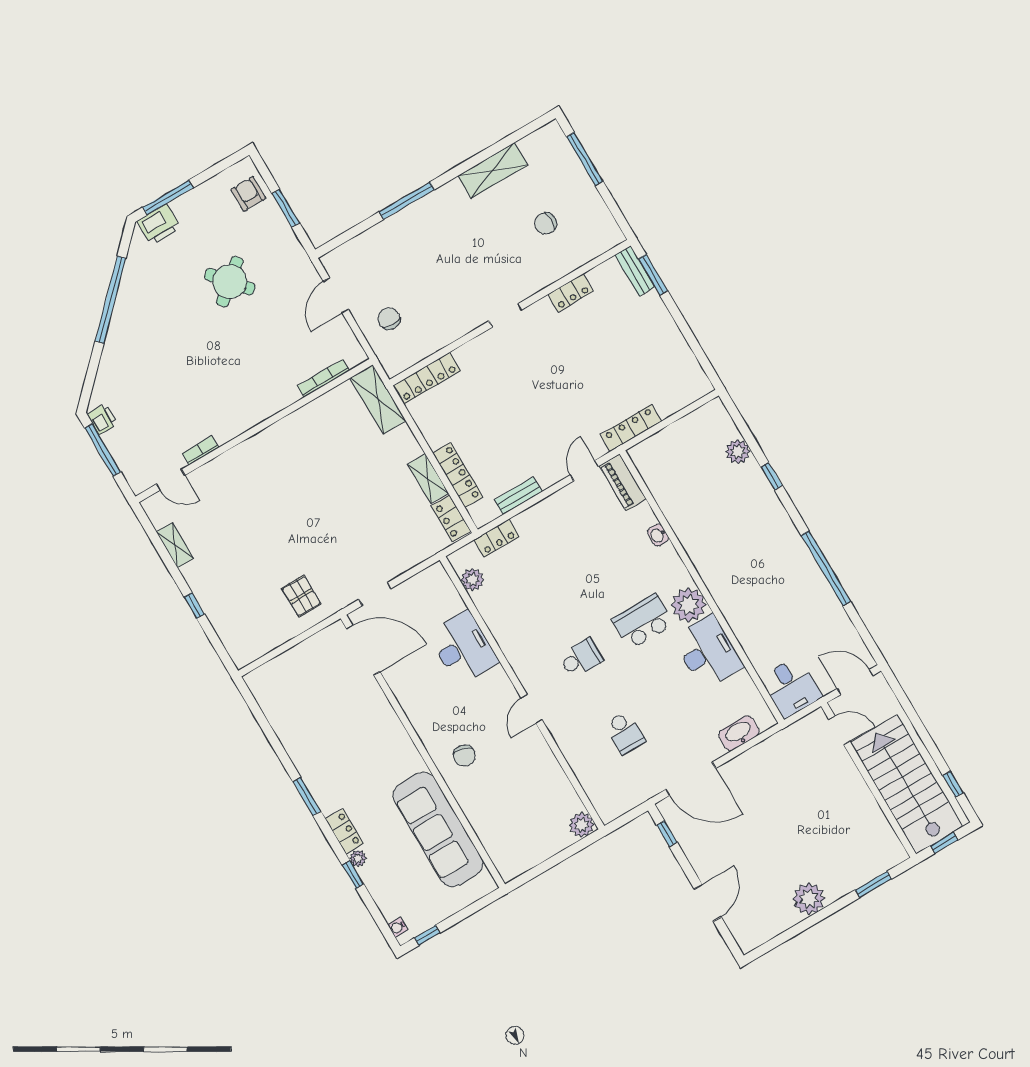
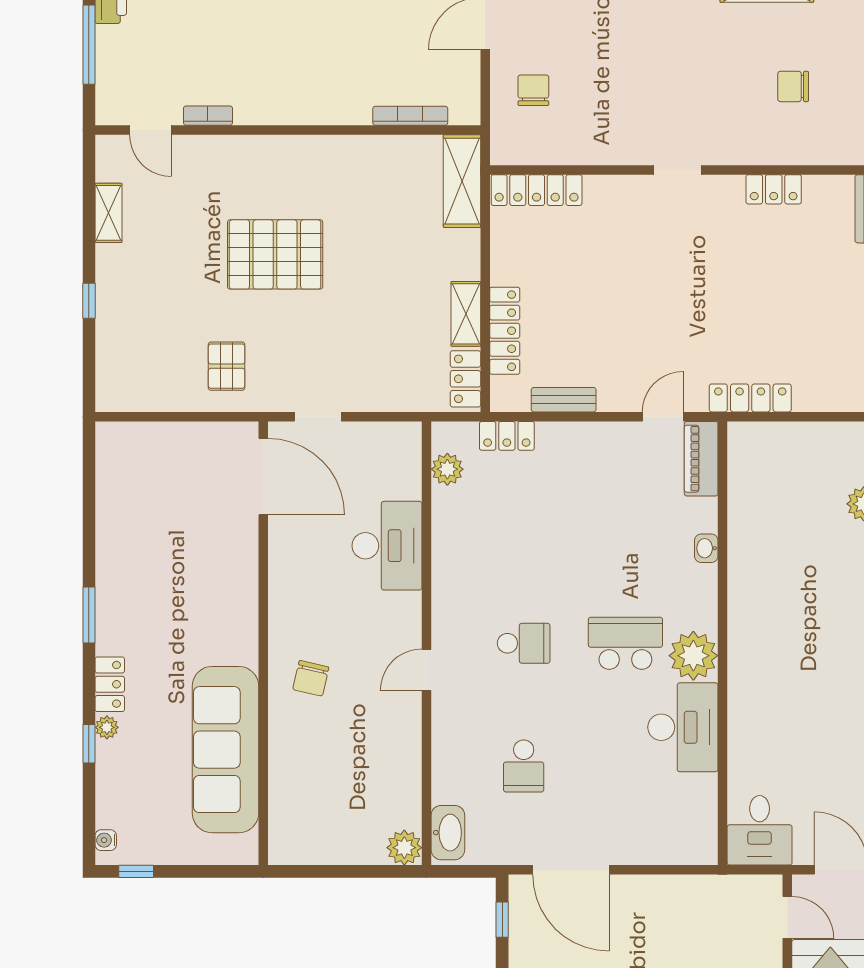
pallet: (291, 511) -> (275, 254), added
washbasin: (739, 733) -> (448, 833), moved, turned 90

